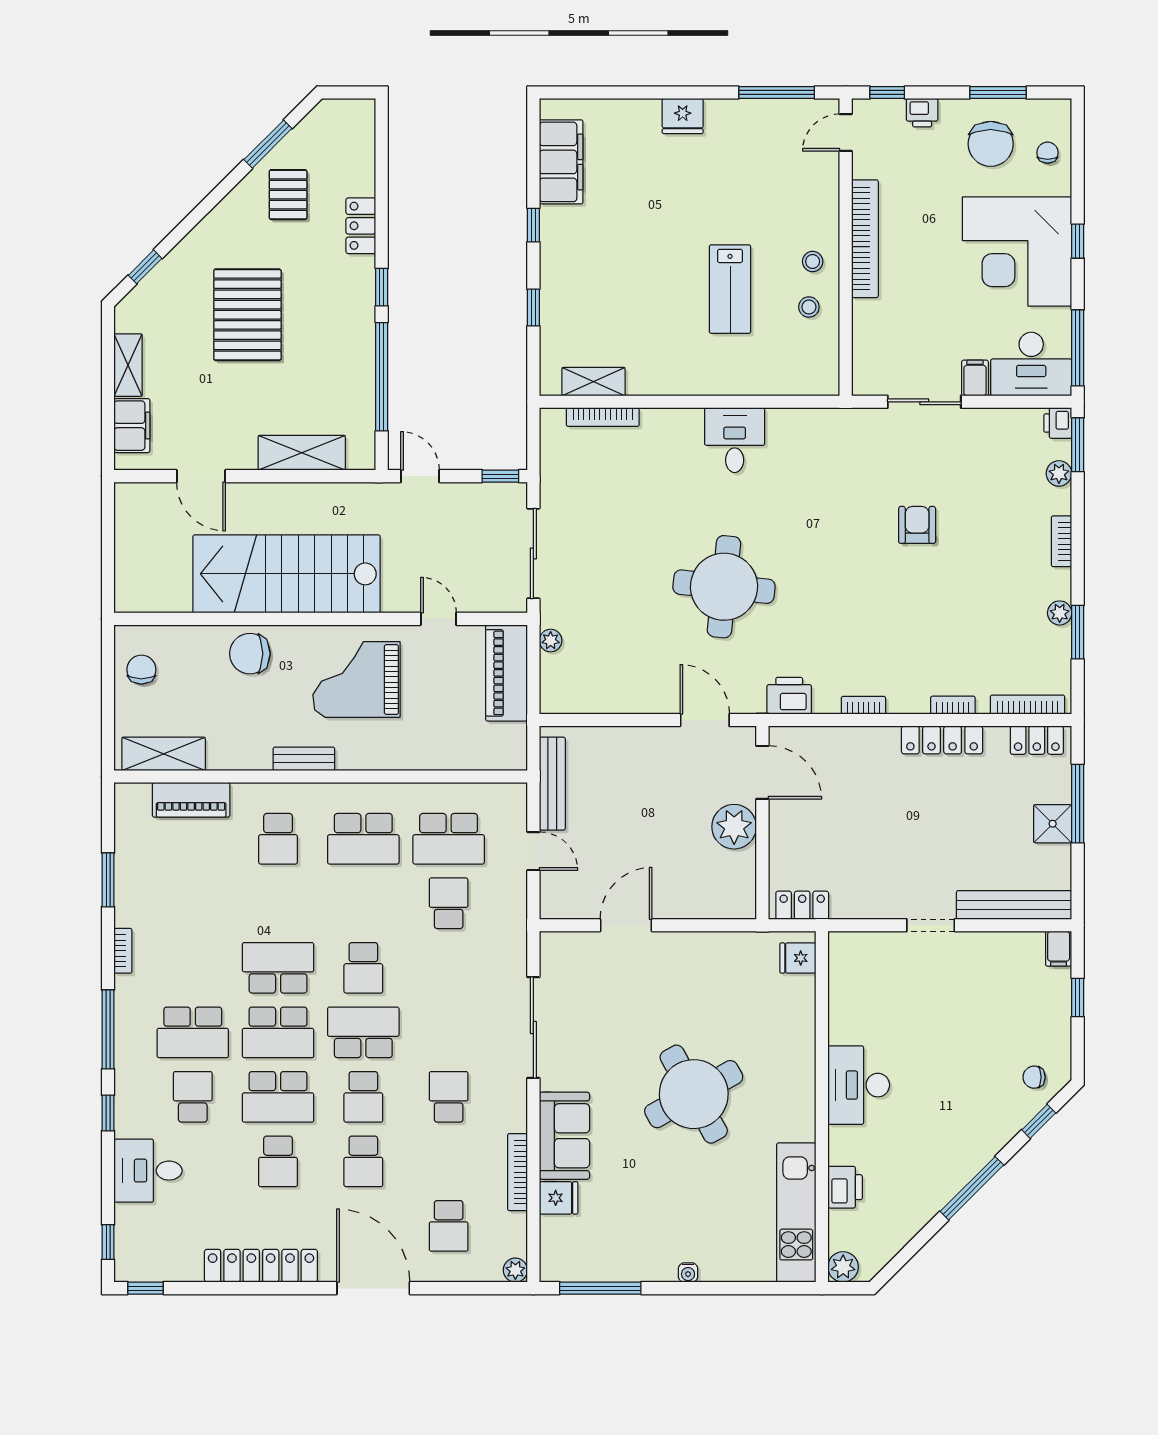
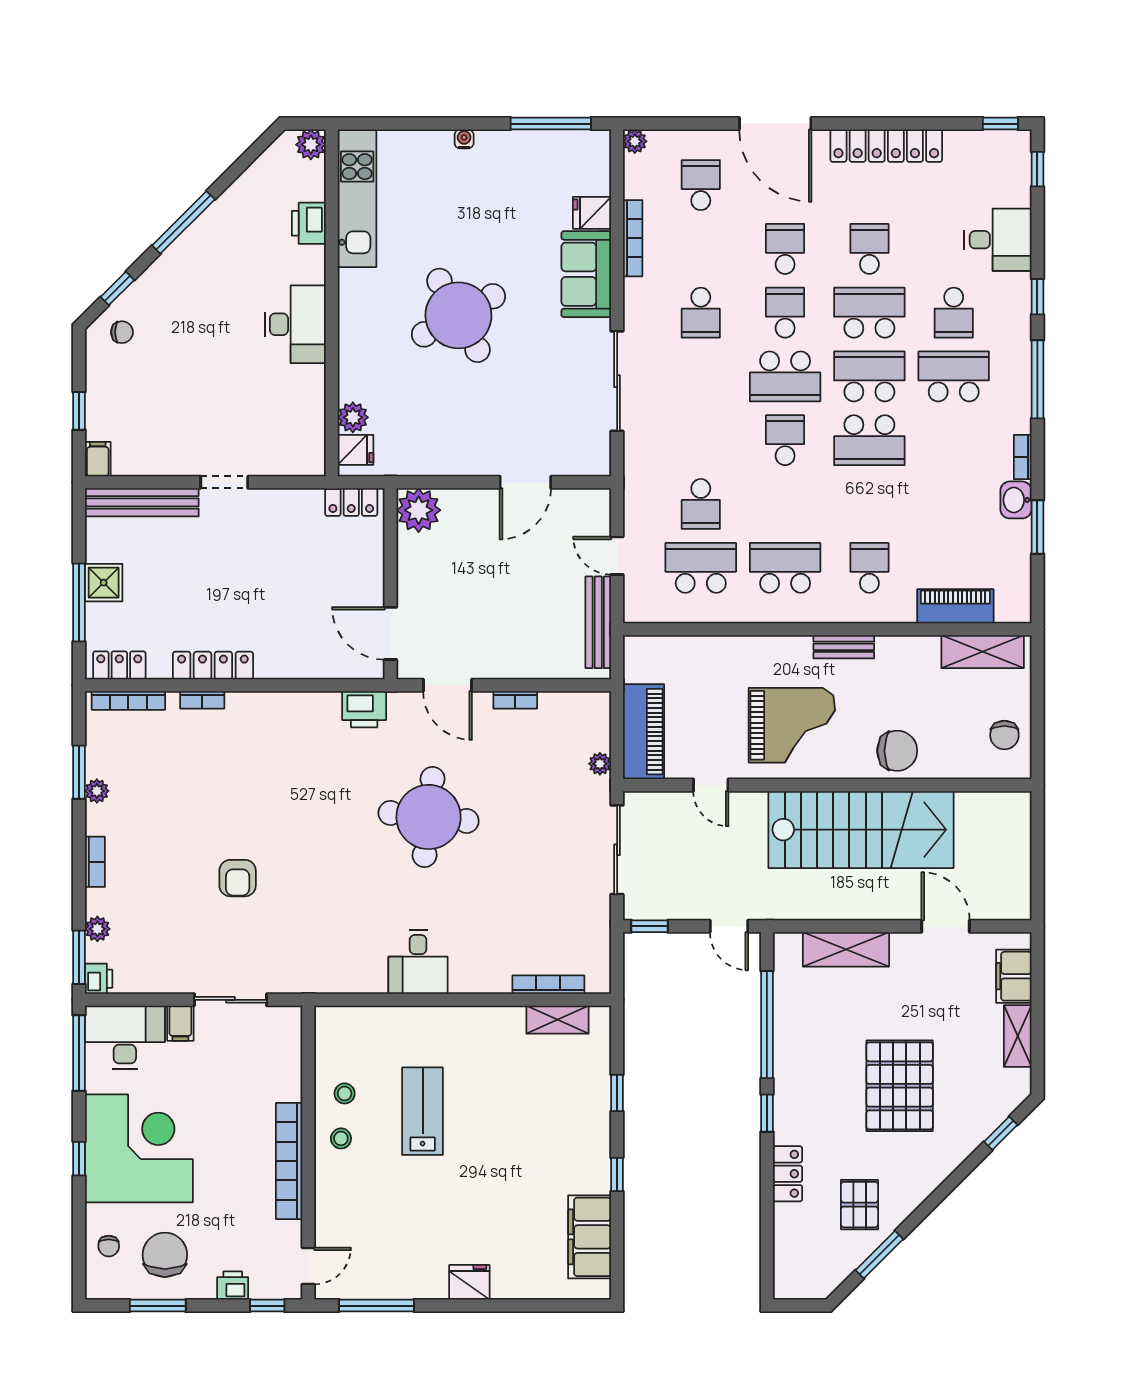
bookcase: (863, 705) -> (515, 700), moved
plant: (734, 827) -> (419, 510), moved
washbasin: (130, 907) -> (1016, 500), added
plant: (800, 991) -> (353, 417), added

